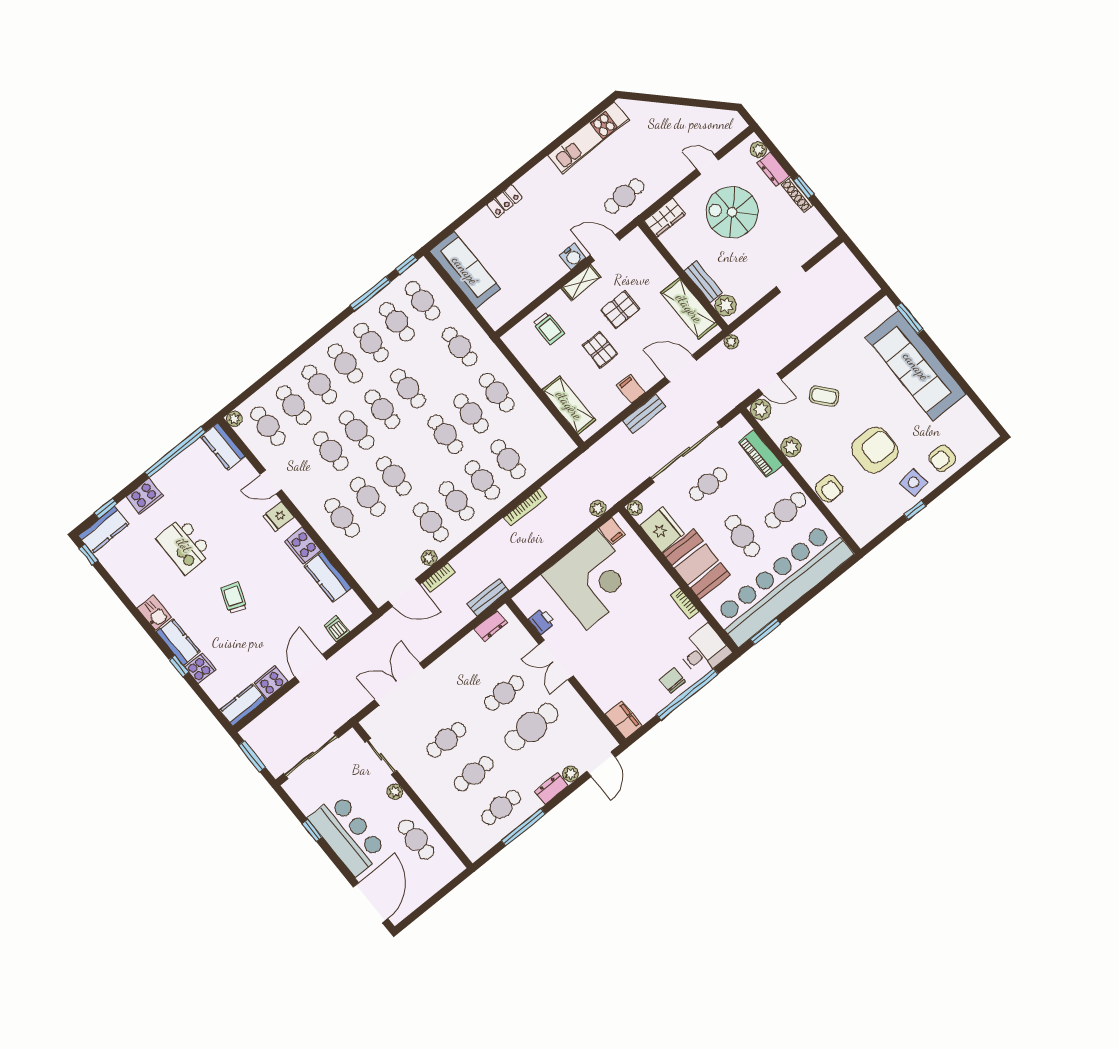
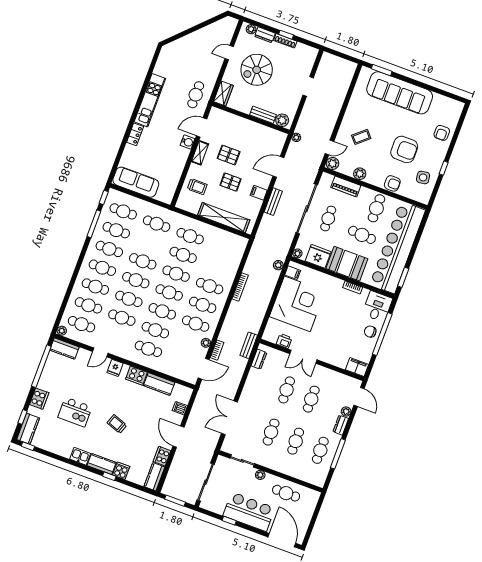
kitchen unit: (589, 137) -> (150, 100), moved
shelving: (689, 308) -> (264, 133), removed
pallet: (620, 310) -> (229, 155), turned 90
shelving: (569, 405) -> (224, 218), width x1.47
armchair: (875, 450) -> (404, 149), turned 90
cafe table: (508, 459) -> (169, 292), moved
side table: (913, 482) -> (423, 177), moved
cafe table: (531, 727) -> (311, 399), width x0.73, depth x0.74

